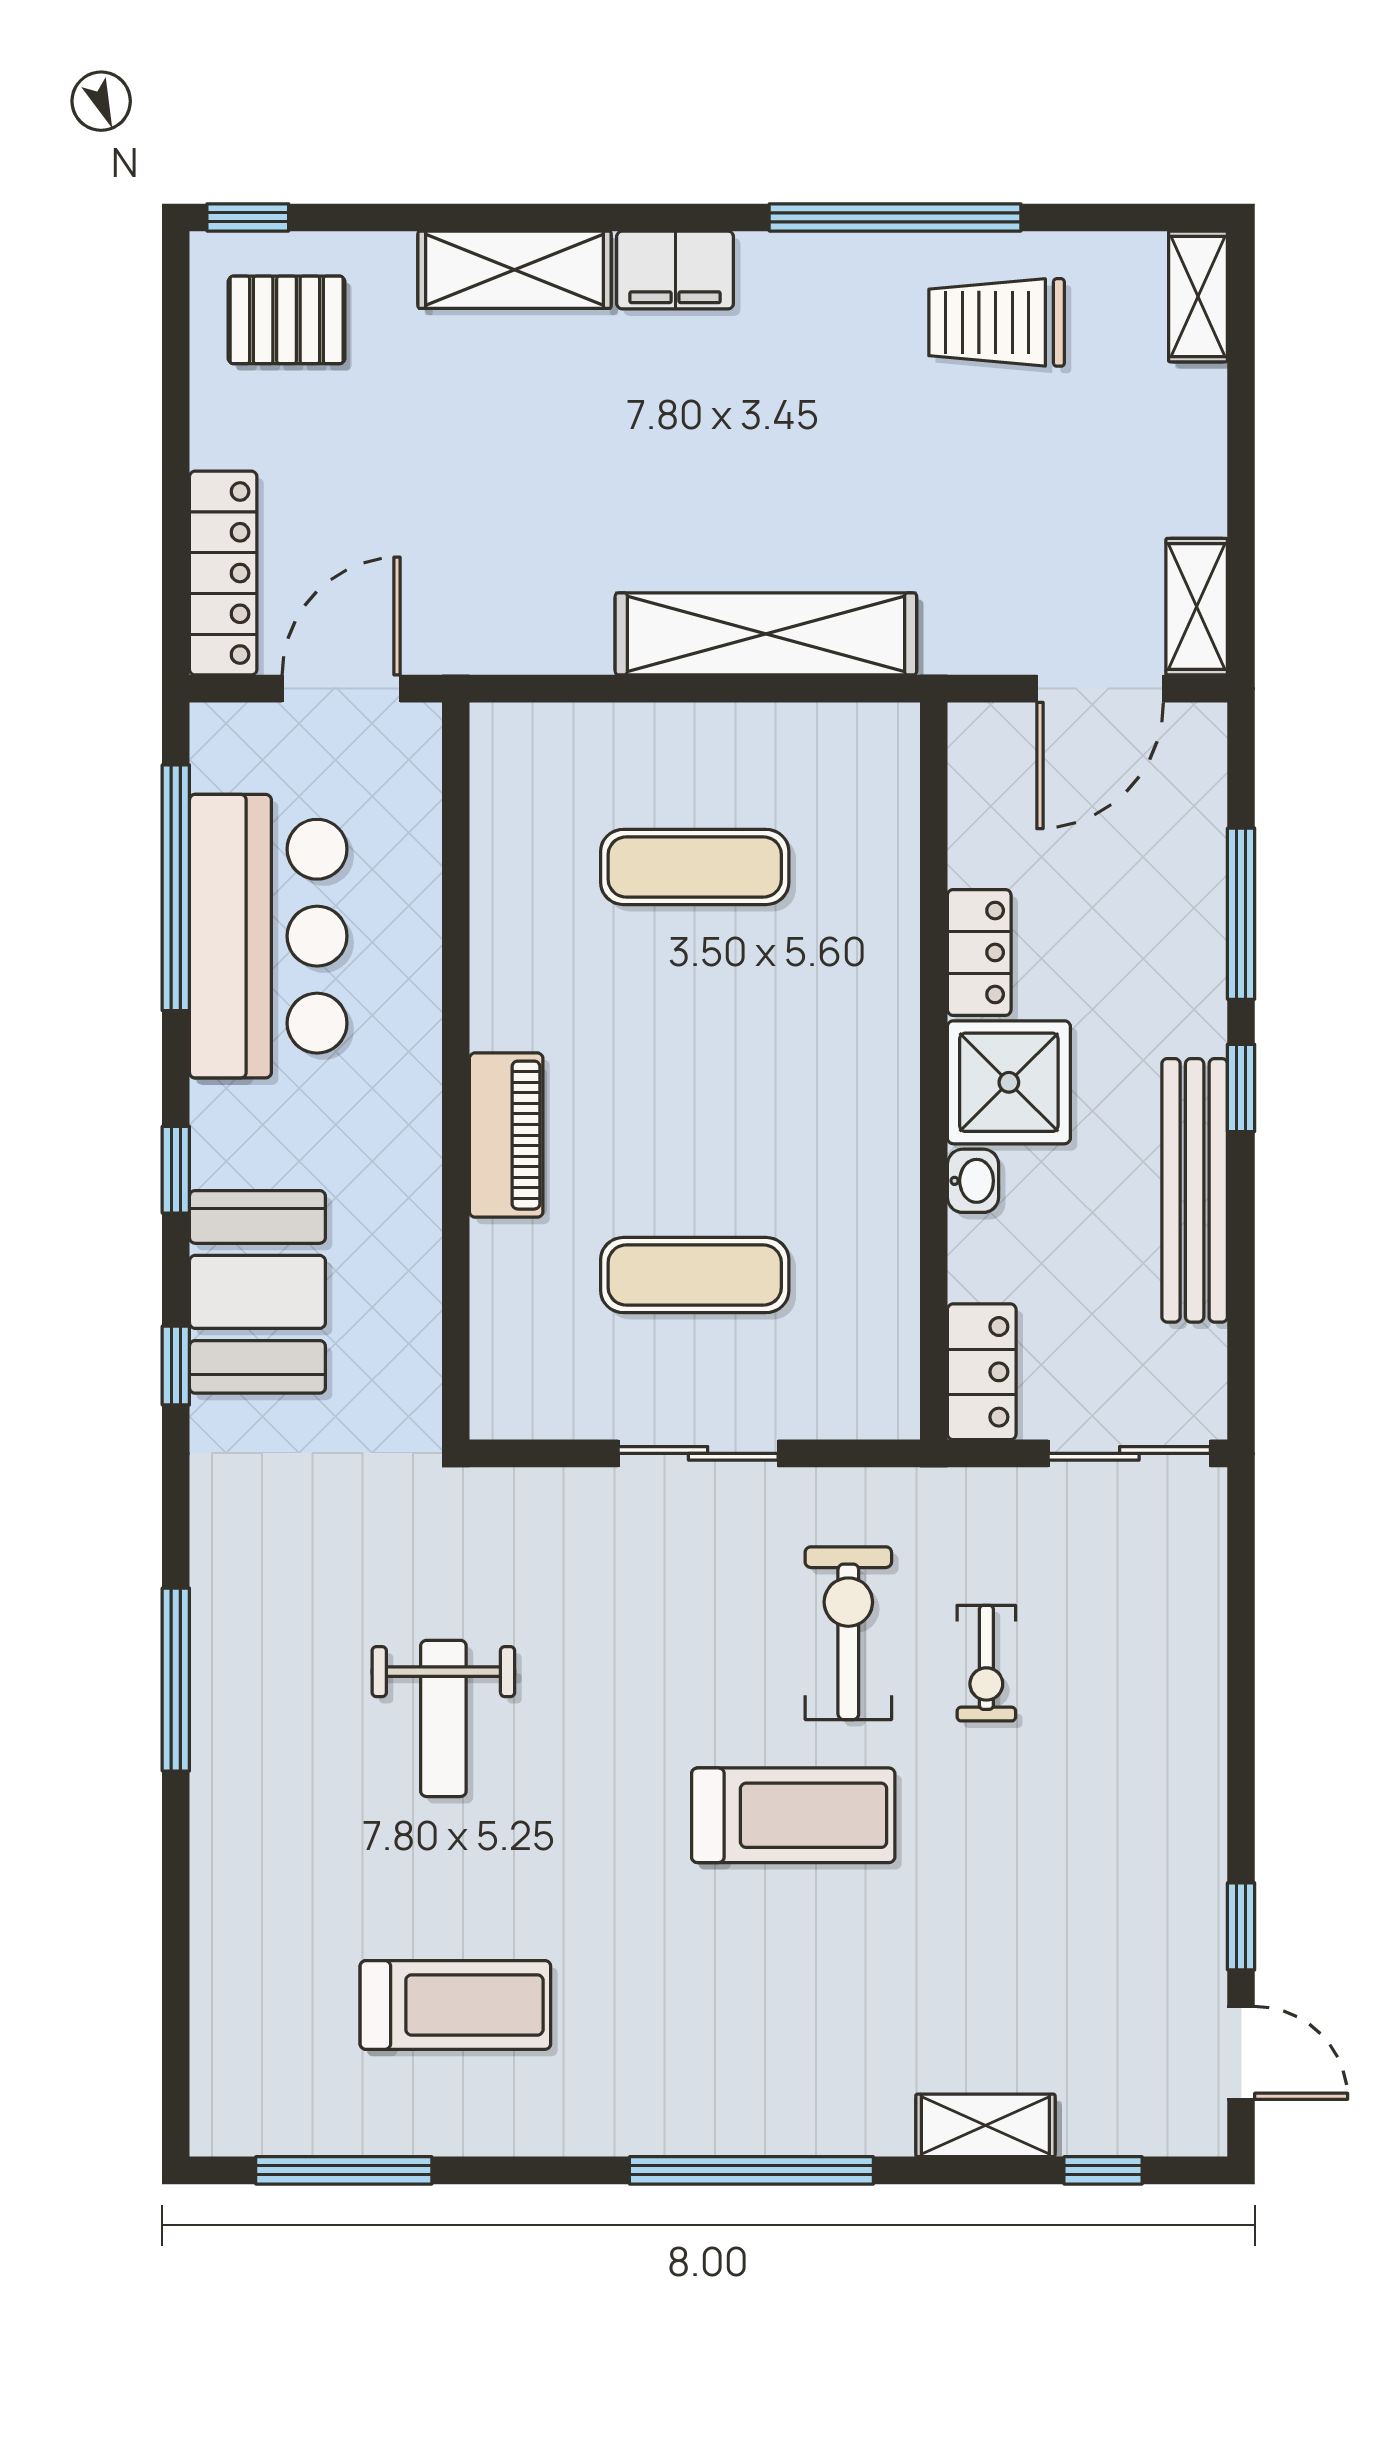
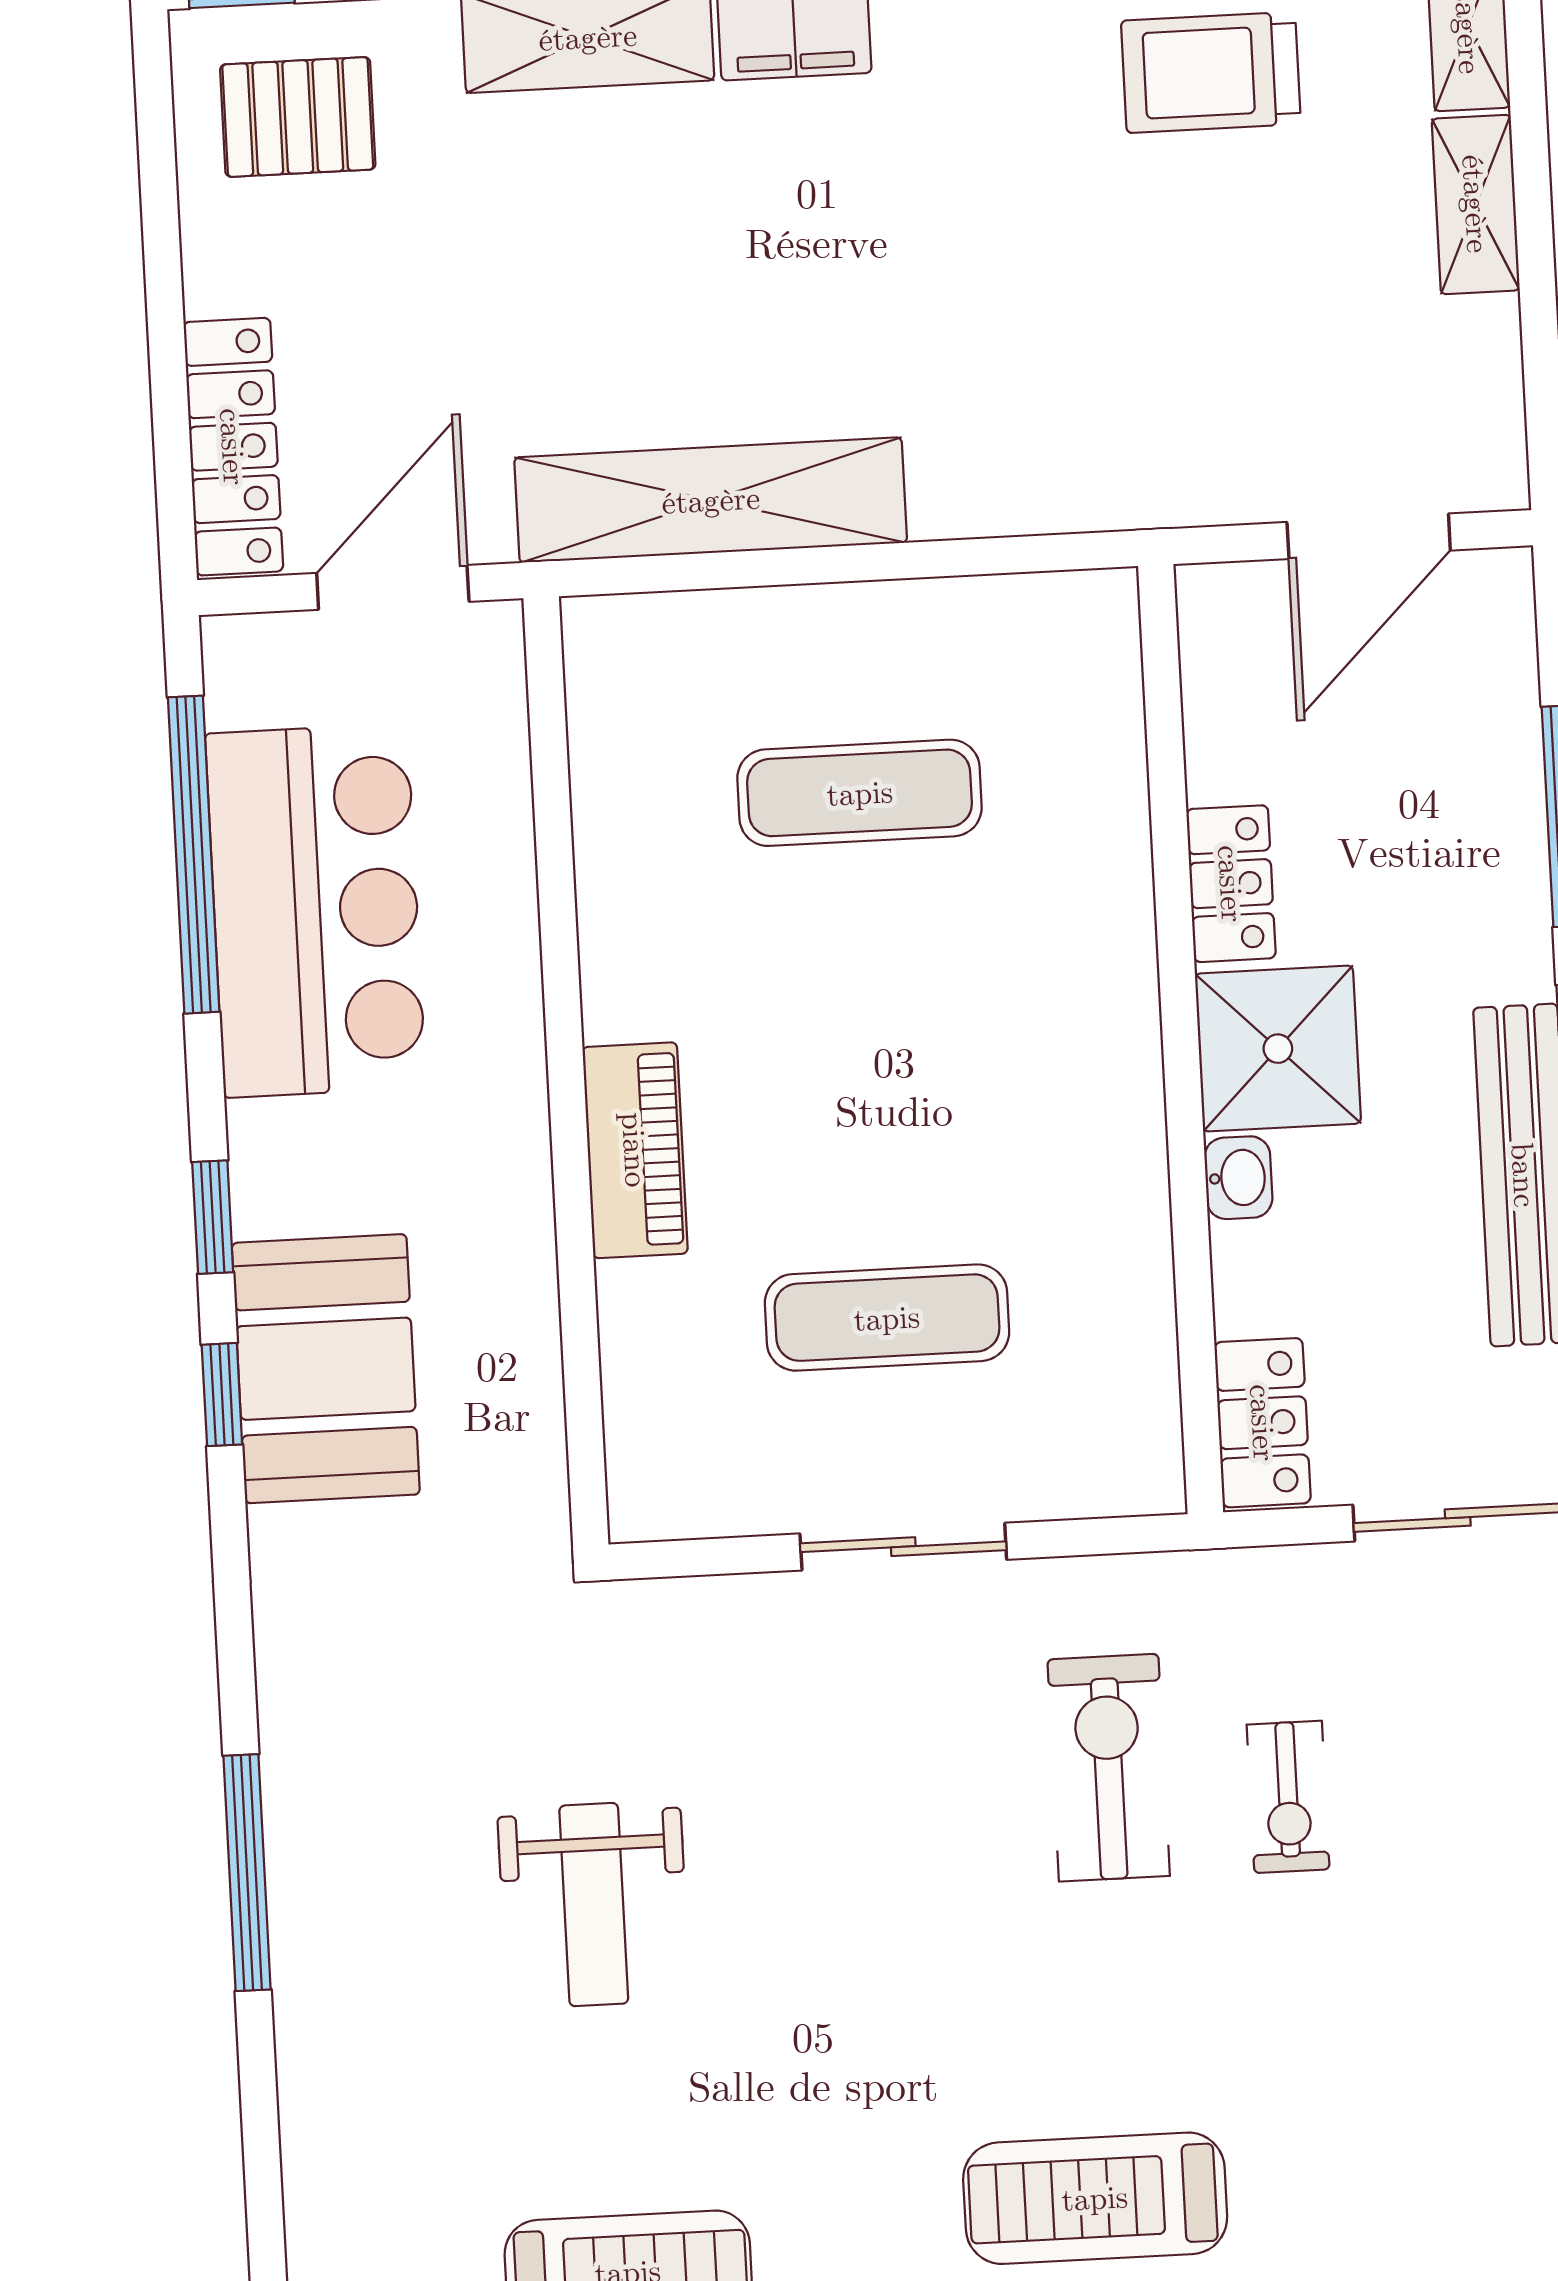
shelving: (1197, 607) -> (1476, 204), moved
shelving: (766, 634) -> (711, 500), moved
window: (176, 1365) -> (222, 1395), moved
treadmill: (793, 1815) -> (1095, 2198), moved, turned 180

